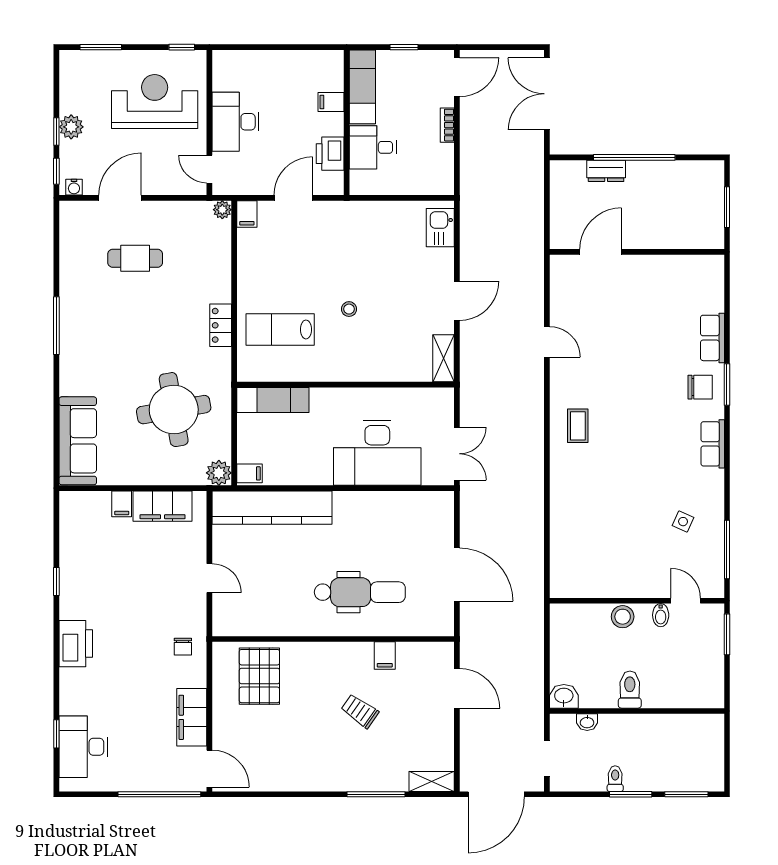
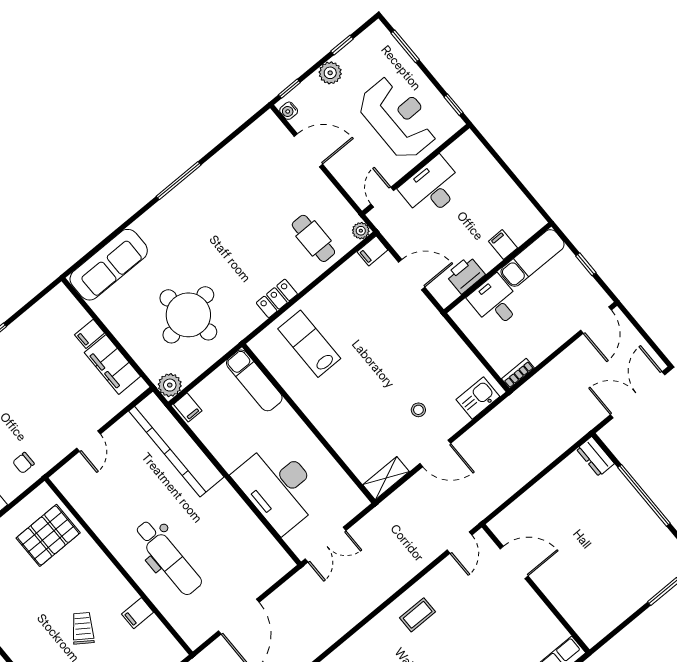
door: (457, 77) -> (596, 320), hinge flipped
bookcase: (447, 125) -> (518, 373), moved
window: (56, 132) -> (342, 45), moved
dresser: (606, 171) -> (595, 456), moved
door: (601, 252) -> (514, 562), moved
wall: (637, 252) -> (536, 588), moved
cafe table: (135, 258) -> (313, 238), moved
stool: (349, 309) -> (418, 410), moved

